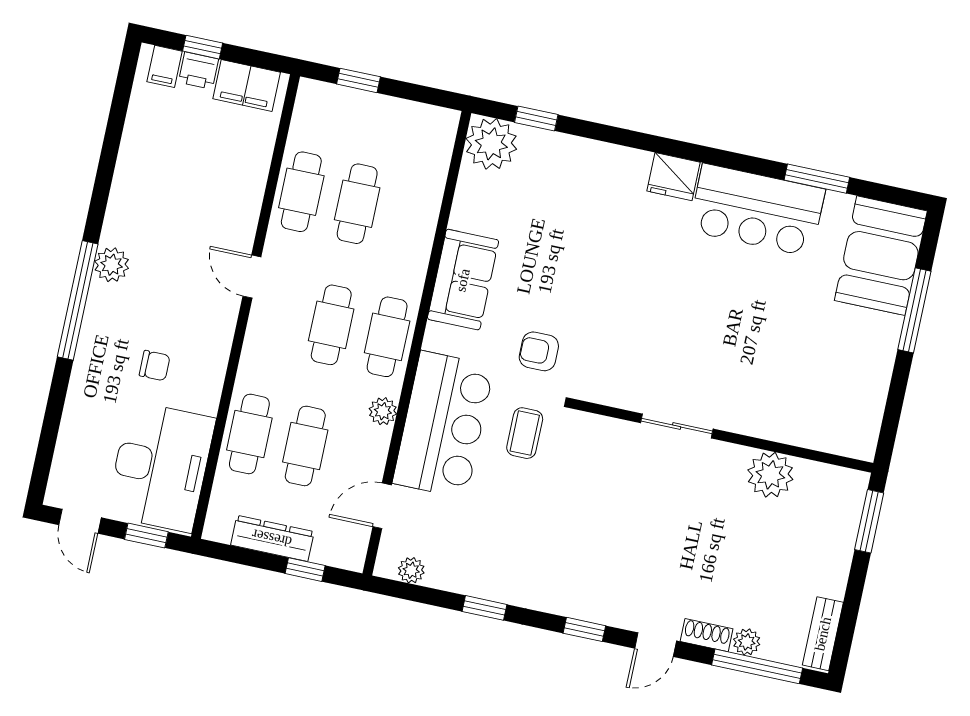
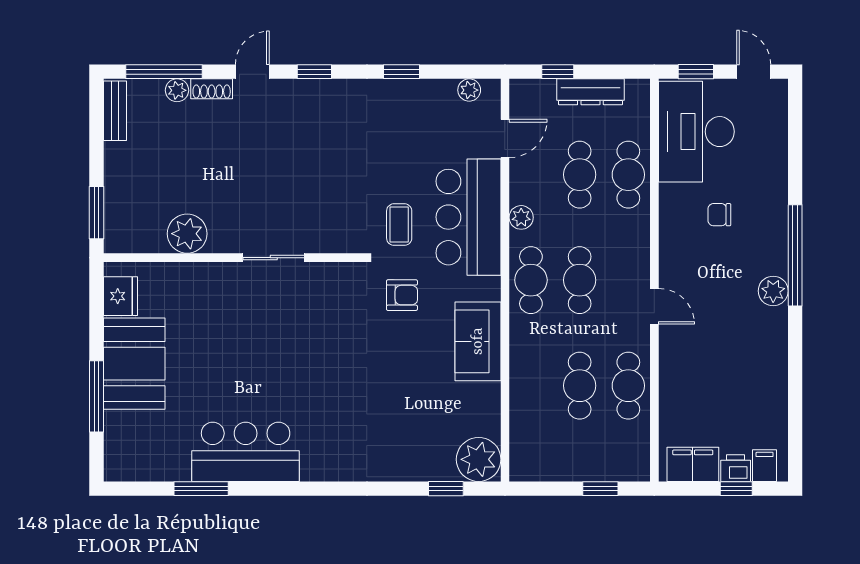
fridge: (674, 177) -> (120, 296), moved, turned 90
booth: (881, 256) -> (134, 364), moved

